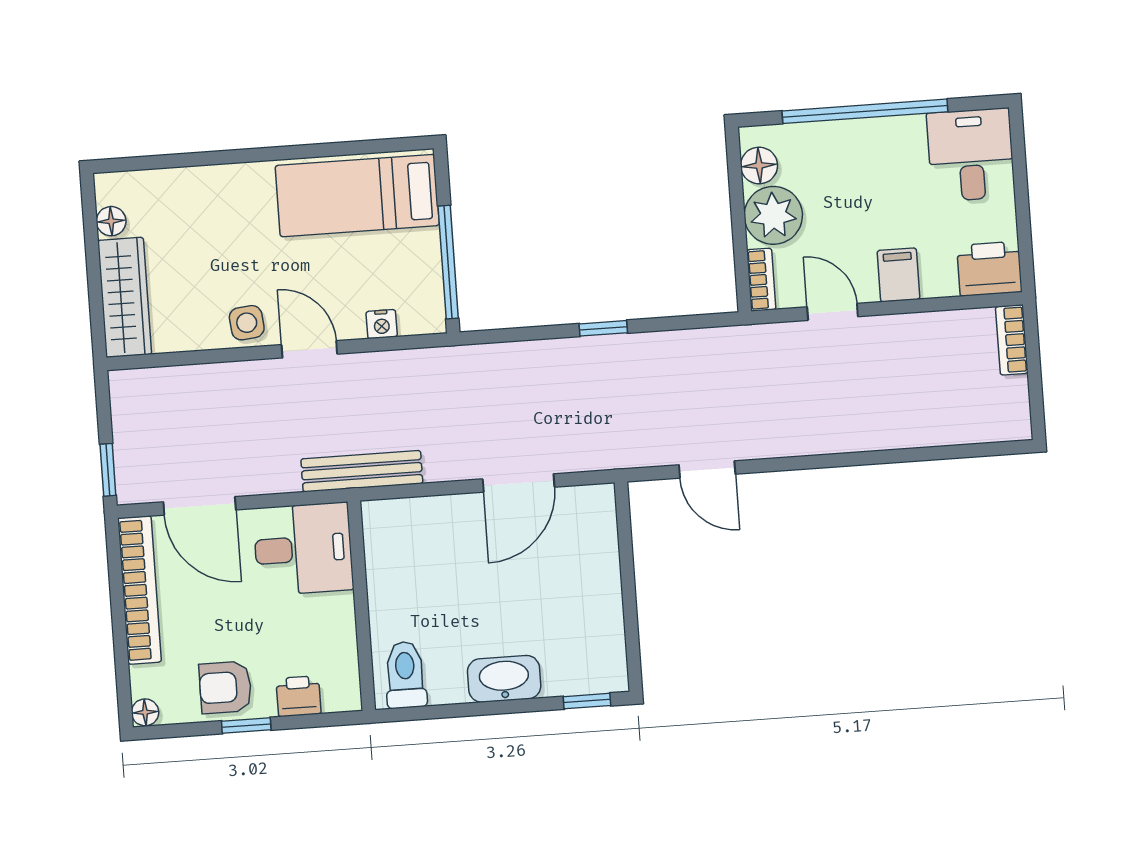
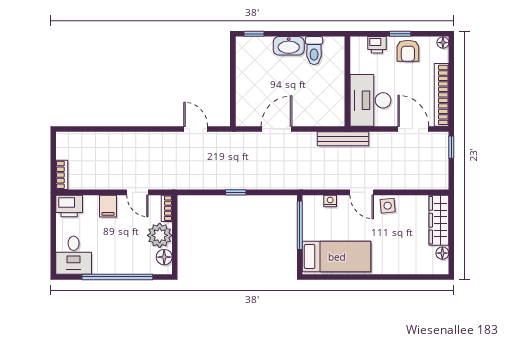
desk: (303, 549) -> (370, 100), width x1.37
toilet: (405, 675) -> (314, 51), moved
armchair: (225, 687) -> (408, 51), turned 90

